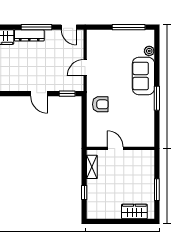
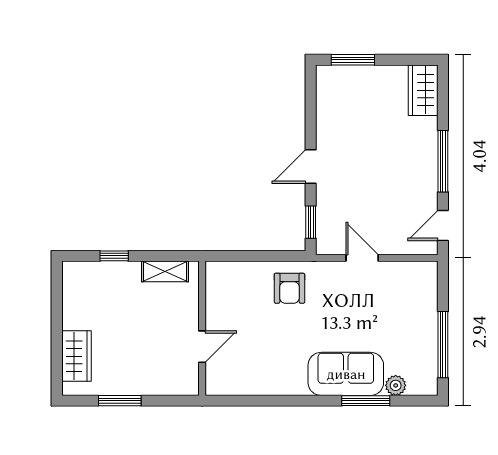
dresser: (29, 35) -> (426, 147), removed
window: (157, 98) -> (366, 401), moved
door: (115, 148) -> (202, 347), moved

